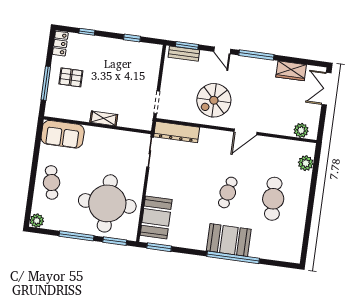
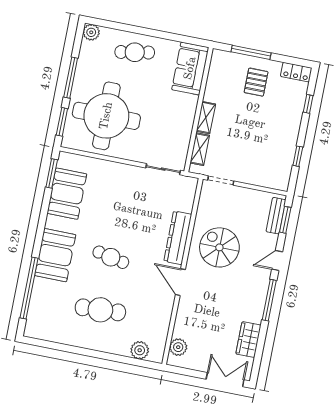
shelving: (131, 122) -> (200, 149), added
dresser: (177, 132) -> (178, 238), moved
booth: (156, 217) -> (67, 194), moved, turned 90
window: (233, 257) -> (29, 288), moved

